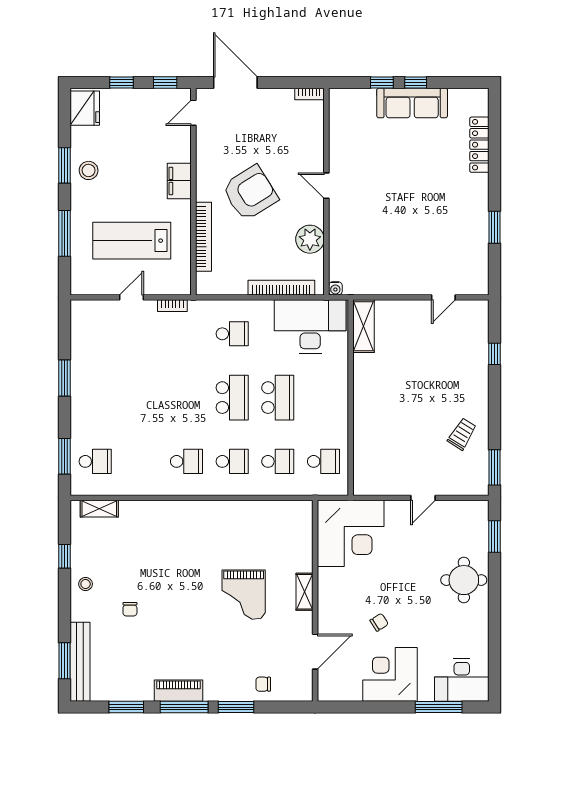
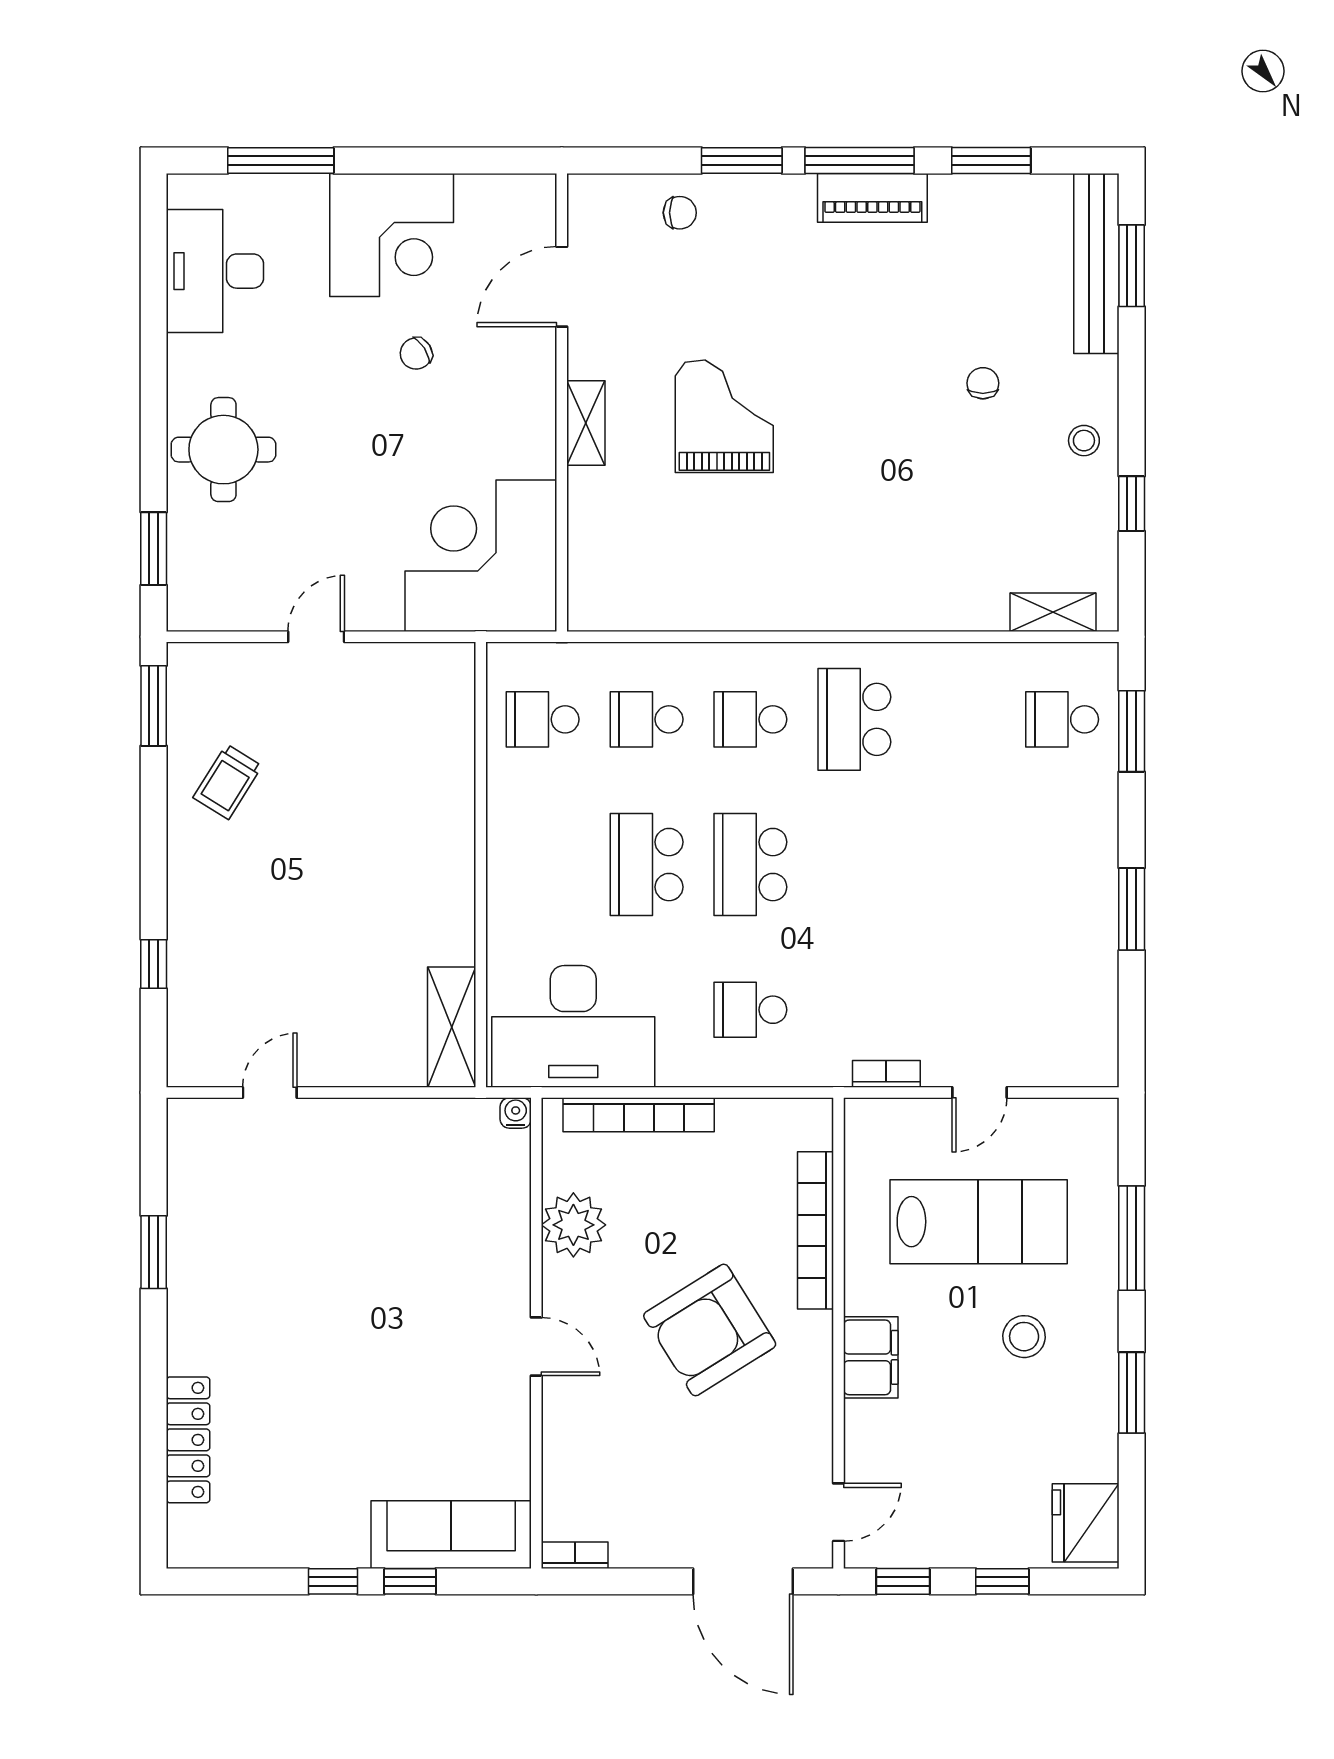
sofa: (412, 103) -> (451, 1535), moved
stool: (89, 170) -> (1024, 1337), moved
school desk: (186, 461) -> (854, 719), width x1.85
desk: (462, 680) -> (215, 271), moved, turned -90

